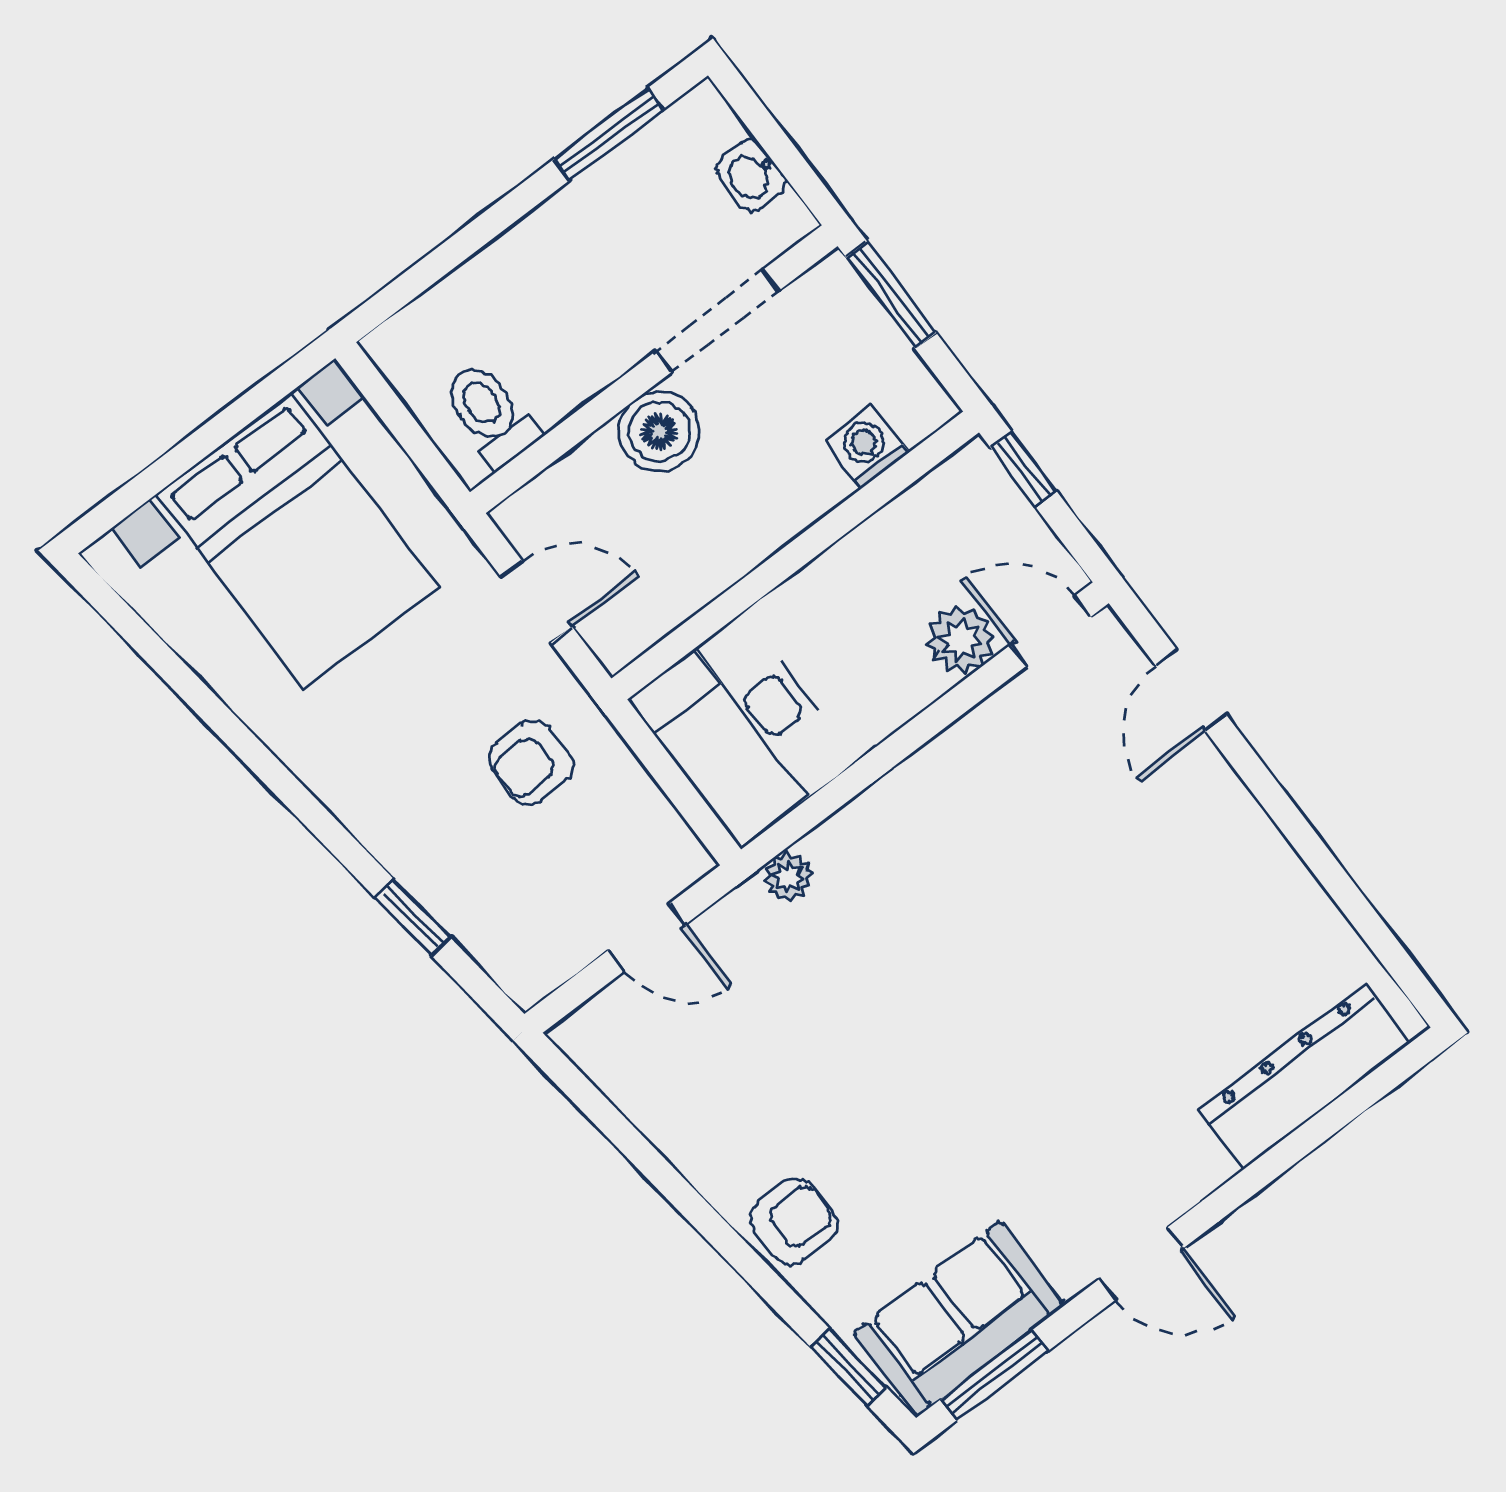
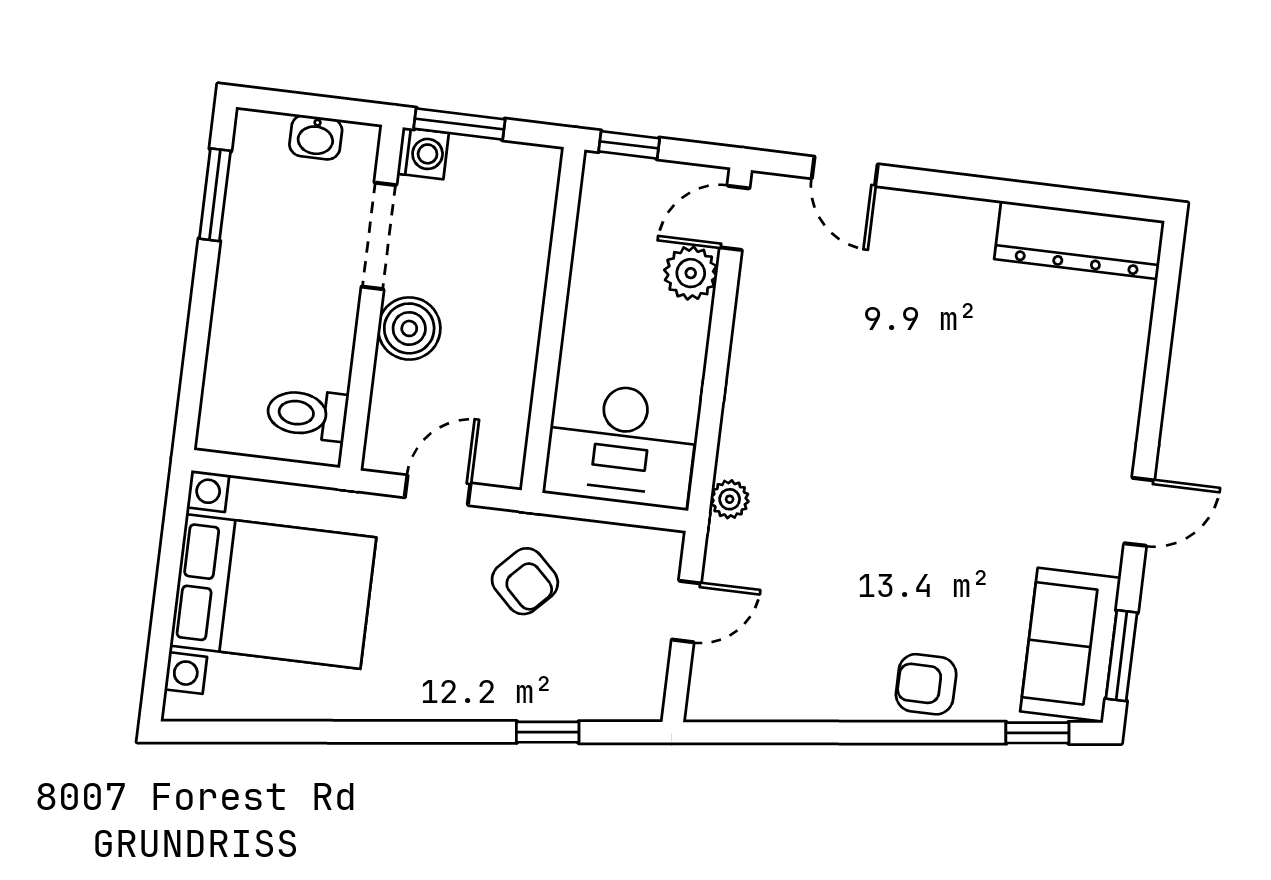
washing machine: (867, 447) -> (423, 153), moved, turned 180
armchair: (531, 762) -> (525, 581), turned -46
dresser: (1304, 1077) -> (1079, 240), moved, turned -90
armchair: (794, 1222) -> (926, 684), turned -90

